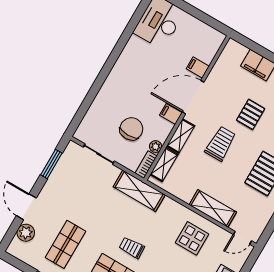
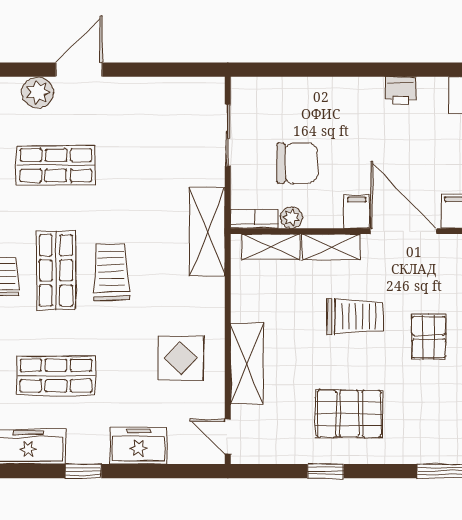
printer: (126, 59) -> (401, 91), added
pallet: (251, 114) -> (429, 337), turned 90
window: (51, 164) -> (169, 70), removed
trolley: (132, 248) -> (111, 272), width x1.36, depth x1.39

